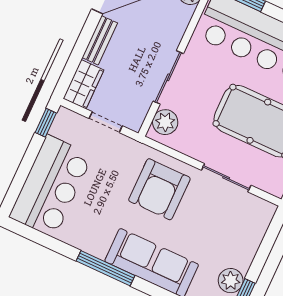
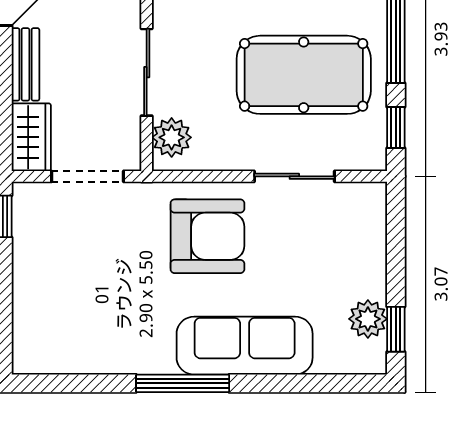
doorway: (106, 122) -> (87, 176), width x1.38
bar counter: (51, 186) -> (51, 303), removed
armchair: (159, 189) -> (207, 236), turned -90

